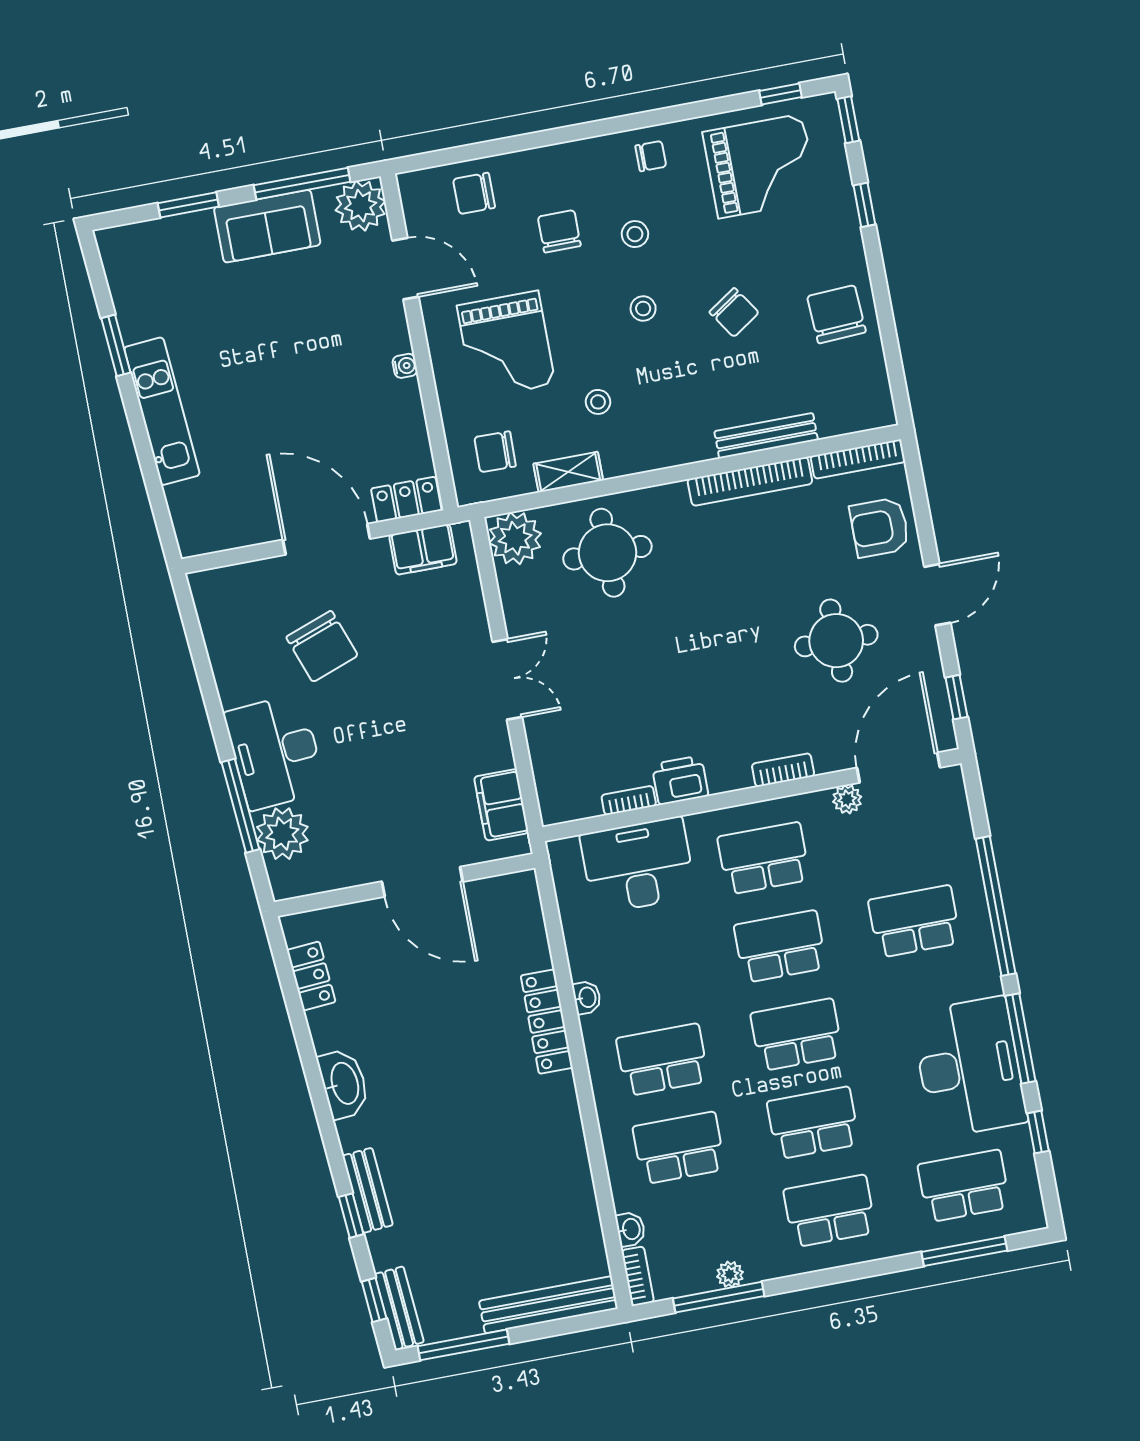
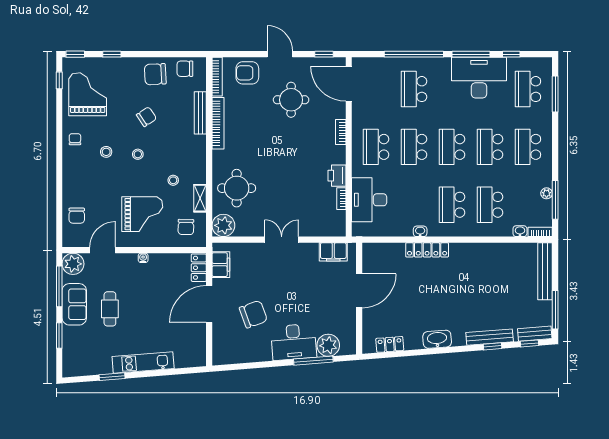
chair: (559, 231) -> (185, 69), moved
cafe table: (272, 311) -> (110, 309), added
armchair: (880, 527) -> (247, 73), turned 90
plant: (847, 799) -> (358, 108), removed
bench: (368, 1190) -> (490, 337), width x1.36

